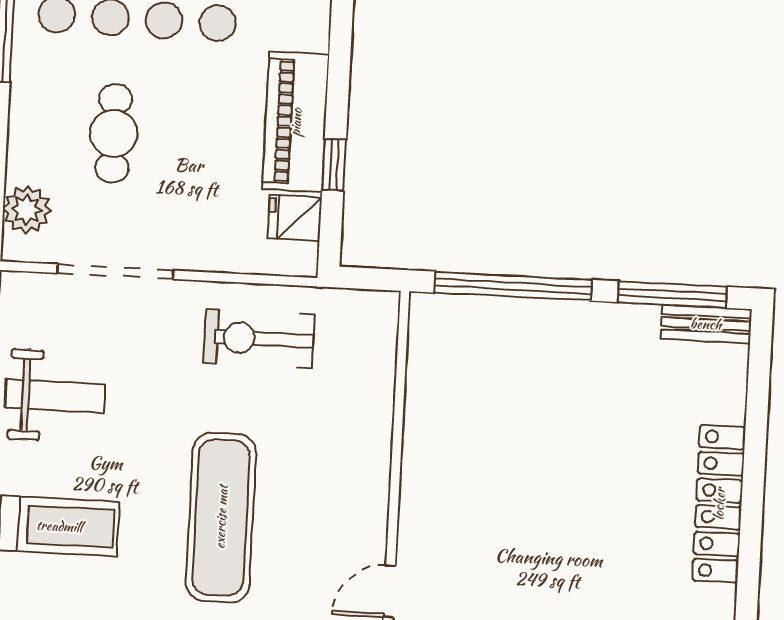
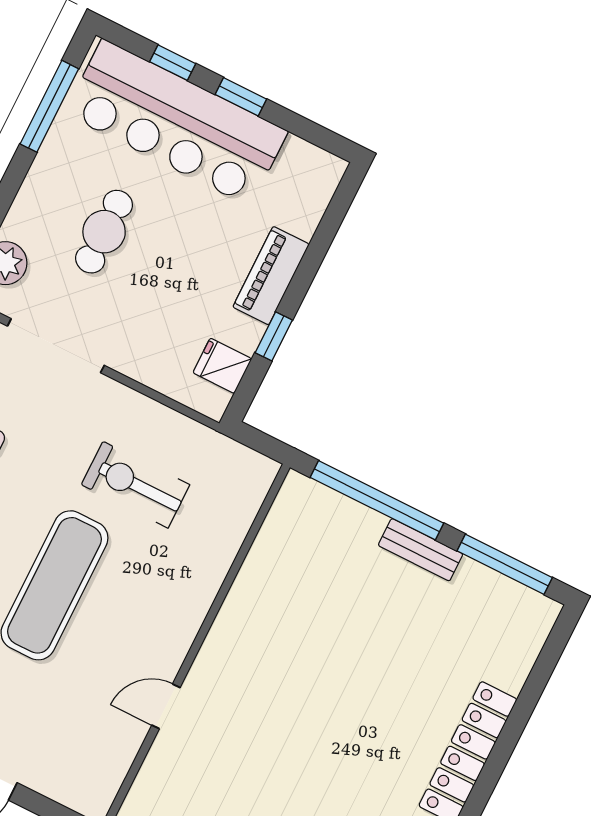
piano: (296, 122) -> (271, 276), width x0.73, depth x0.75
bench: (706, 324) -> (421, 550), moved
exercise bike: (259, 339) -> (136, 485), moved

